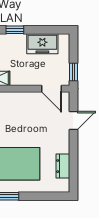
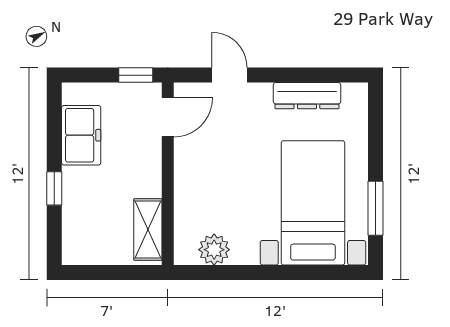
dresser: (63, 166) -> (307, 96), width x1.44

